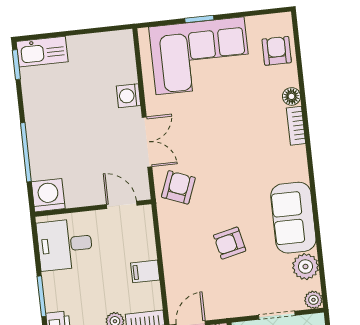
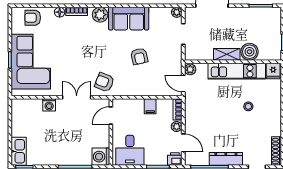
plant: (305, 267) -> (100, 15), moved

